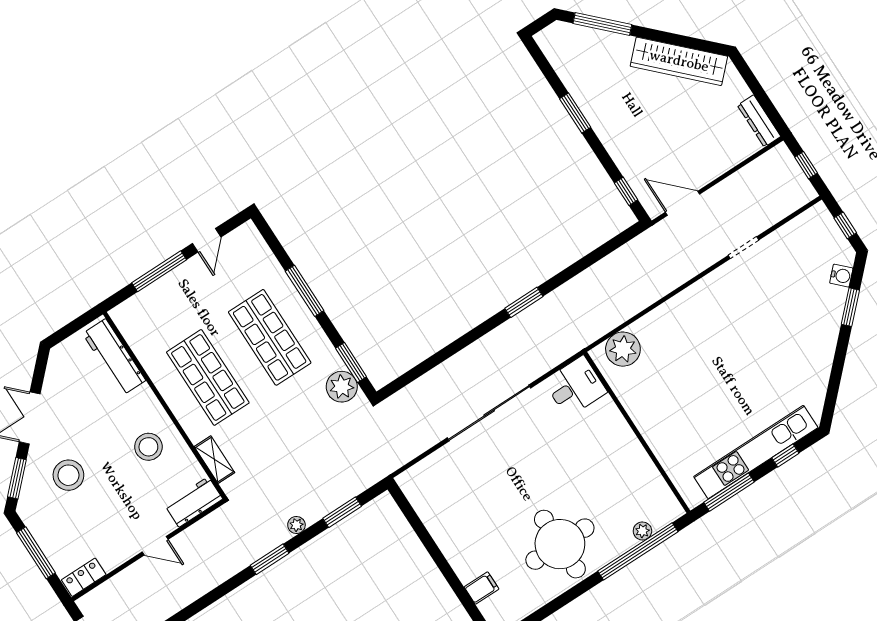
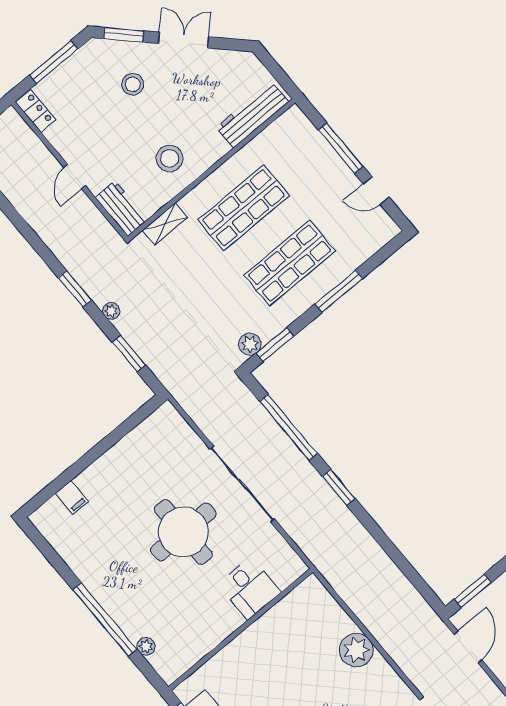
window: (626, 191) -> (473, 591), width x1.50
window: (524, 302) -> (339, 487), moved
plant: (623, 349) -> (356, 650), moved
window: (437, 359) -> (289, 427), added
plant: (342, 387) -> (250, 344), width x0.73, depth x0.73
desk: (575, 387) -> (249, 588), moved
stool: (68, 475) -> (133, 84), width x0.73, depth x0.73
round table: (560, 544) -> (183, 532), moved
window: (638, 551) -> (105, 619), moved

